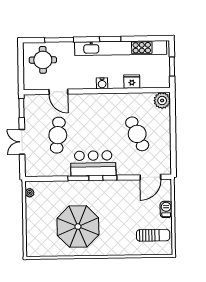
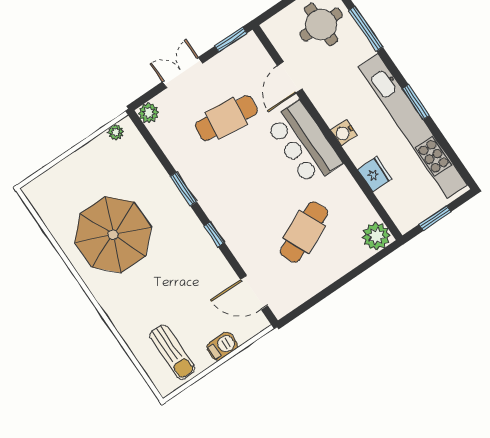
bar counter: (93, 163) -> (304, 143), moved, turned 180
plant: (31, 171) -> (149, 113), added

